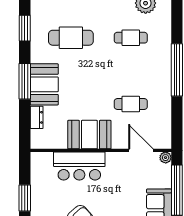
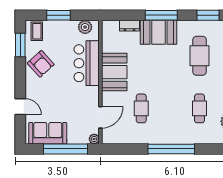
plant: (38, 168) -> (85, 27), added

